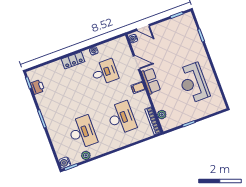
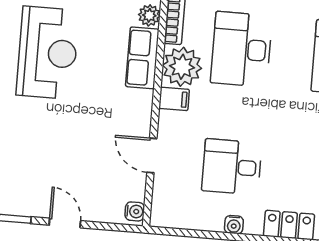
door: (143, 27) -> (65, 223), moved
row of seats: (151, 81) -> (142, 58), moved
plant: (141, 101) -> (182, 67), added

